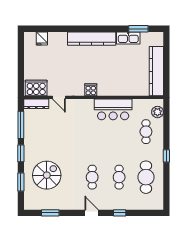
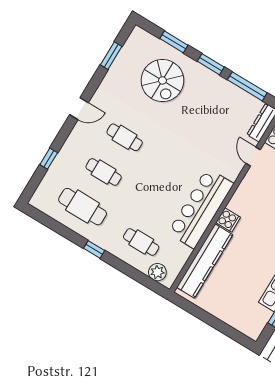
kitchen counter: (156, 71) -> (205, 261), moved, turned 90
cooker: (91, 90) -> (228, 220), moved
door: (59, 97) -> (253, 157), hinge flipped
bar counter: (113, 109) -> (201, 208), width x1.36
window: (120, 213) -> (49, 159), moved

